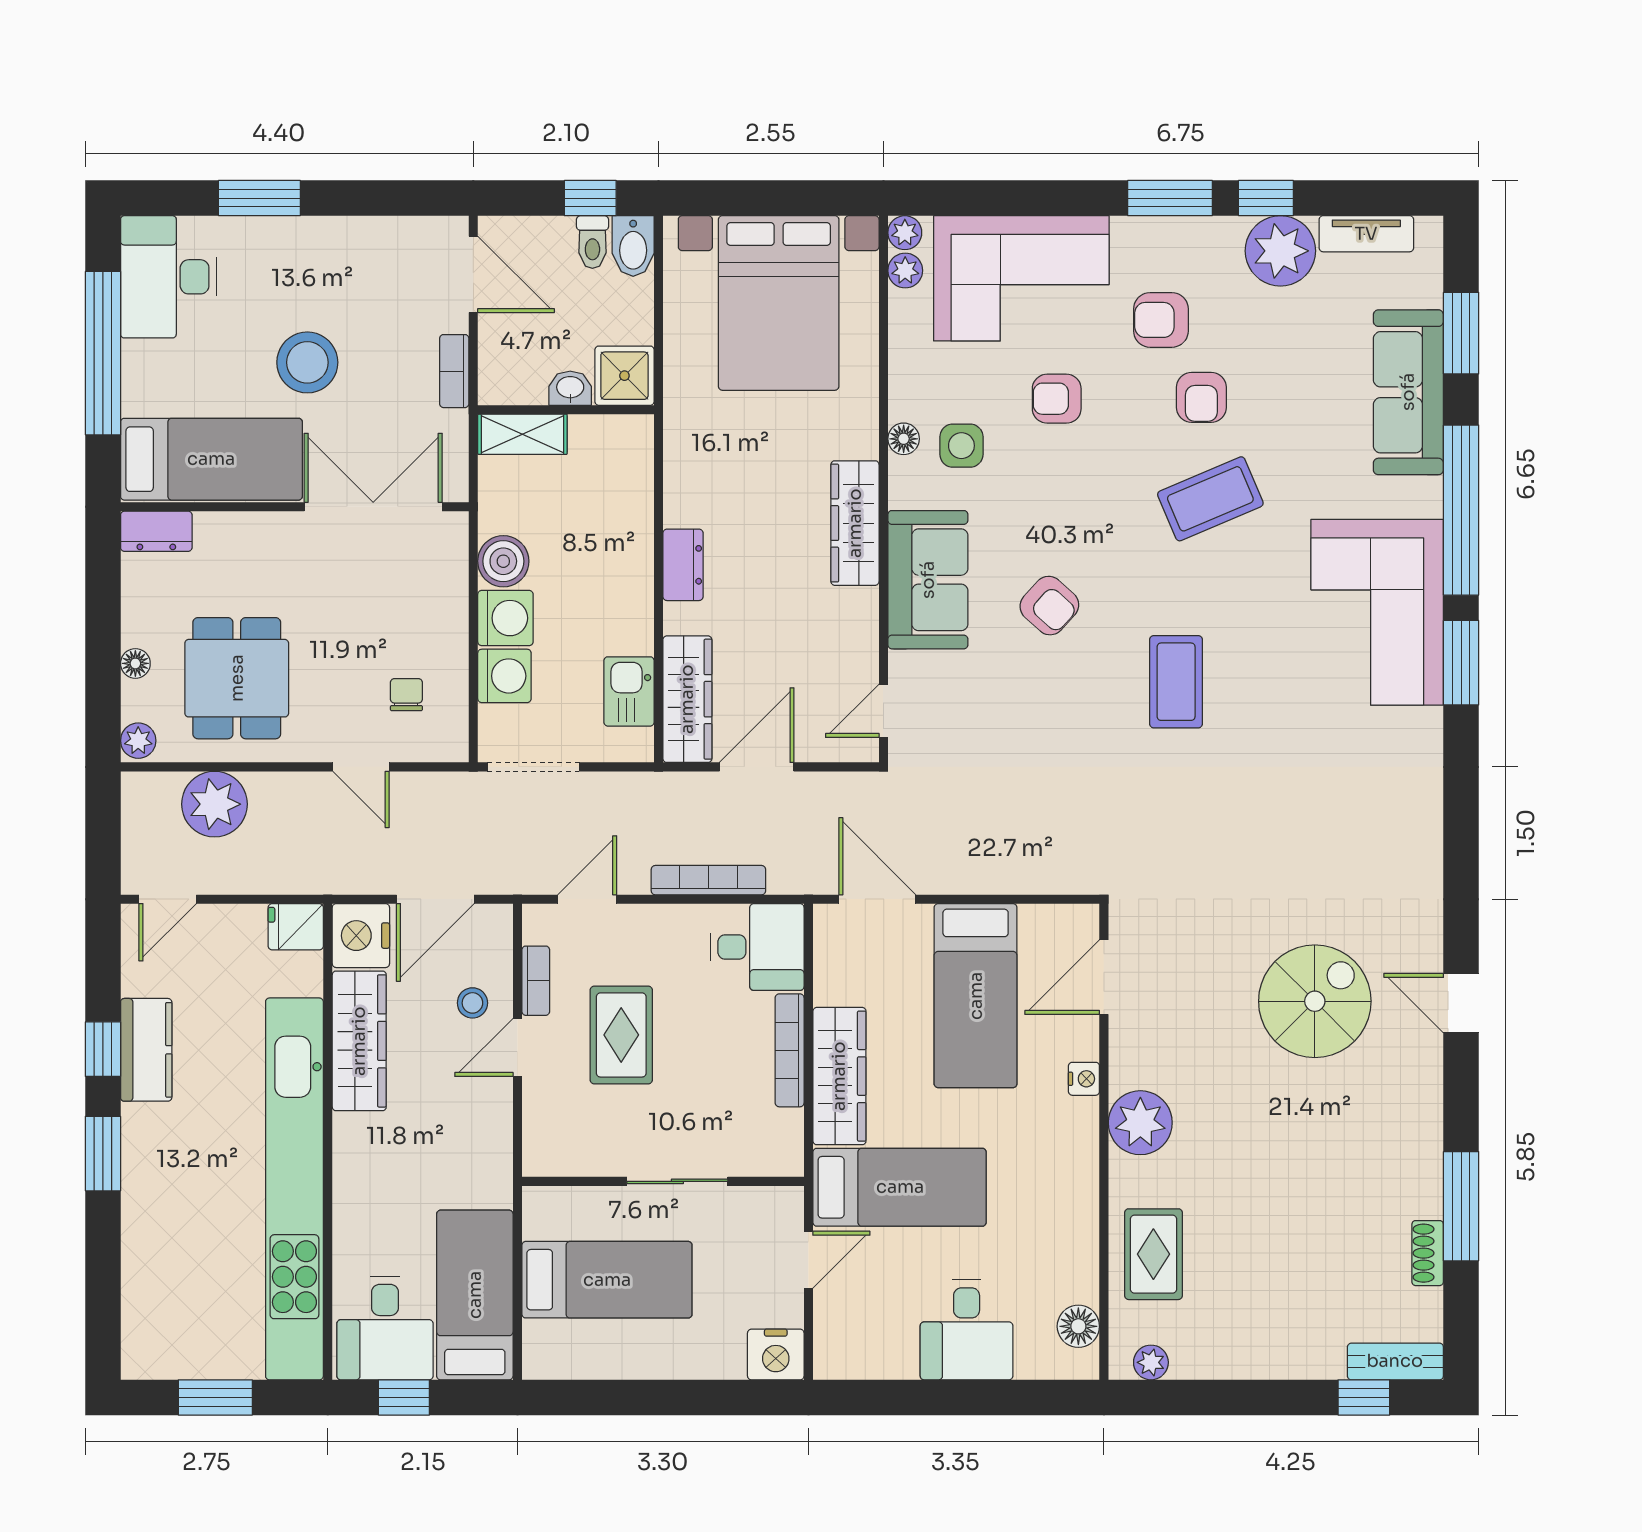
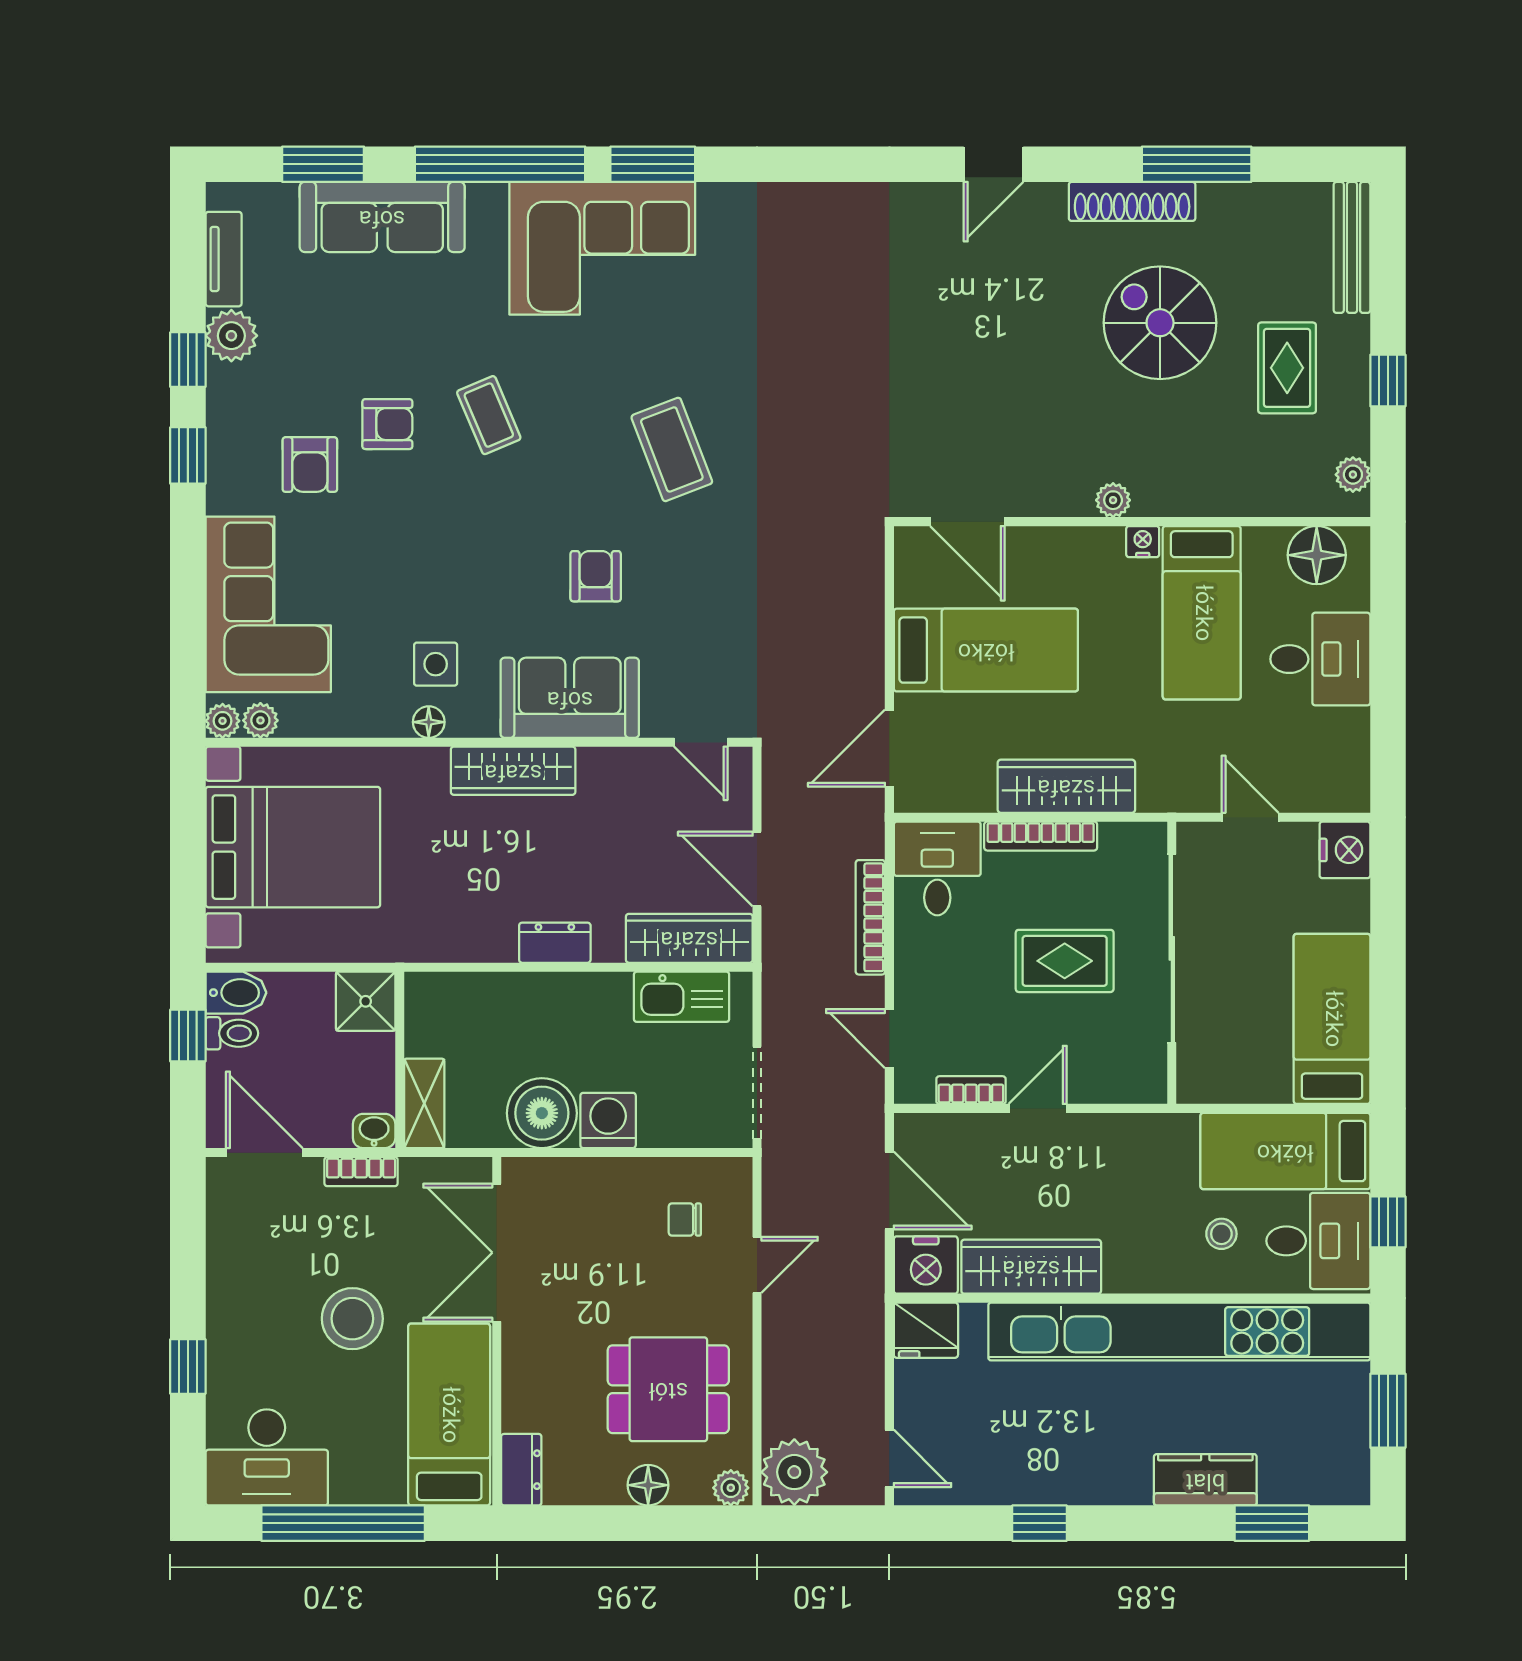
window: (259, 198) -> (188, 1367), width x0.67
window: (1170, 198) -> (188, 455), width x0.67
plant: (1280, 251) -> (231, 336), width x0.73, depth x0.73
door: (473, 274) -> (264, 1153), hinge flipped
washbasin: (570, 388) -> (374, 1131), moved, turned 90
armchair: (1057, 399) -> (389, 569), removed
coffee table: (1210, 499) -> (489, 415), width x0.73, depth x0.77
boiler: (503, 561) -> (542, 1113), width x1.37, depth x1.37
armchair: (1049, 606) -> (596, 576), turned -42
floor lamp: (135, 663) -> (648, 1485), width x1.37, depth x1.37
washing machine: (504, 676) -> (666, 1121), removed
coffee table: (1176, 682) -> (672, 449), turned 69
kitchen sink: (629, 691) -> (682, 997), width x1.38
plant: (214, 804) -> (794, 1472), moved
fridge: (296, 927) -> (926, 1330), width x1.38
spiral stairs: (1315, 1001) -> (1160, 323), moved
stool: (472, 1003) -> (1221, 1234), moved
rug: (621, 1035) -> (1065, 961), moved
door: (517, 1047) -> (1038, 1108), swing flipped
kitchen counter: (146, 1050) -> (1205, 1480), moved
nightstand: (1084, 1079) -> (1143, 542), moved
plant: (1140, 1123) -> (1113, 500), width x0.53, depth x0.53
window: (103, 1154) -> (1272, 1523), moved
sliding door: (677, 1181) -> (1172, 948), width x1.86
bed: (900, 1187) -> (1202, 613), moved, turned 180
shoe rack: (1428, 1253) -> (1132, 201), moved, width x1.94, depth x1.24
rug: (1153, 1254) -> (1287, 368), moved, turned 90
bed: (607, 1280) -> (1332, 1019), moved
floor lamp: (1078, 1326) -> (1317, 555), width x1.38, depth x1.38
bench: (1395, 1361) -> (1352, 247), width x1.36
window: (1364, 1397) -> (1388, 380), moved

